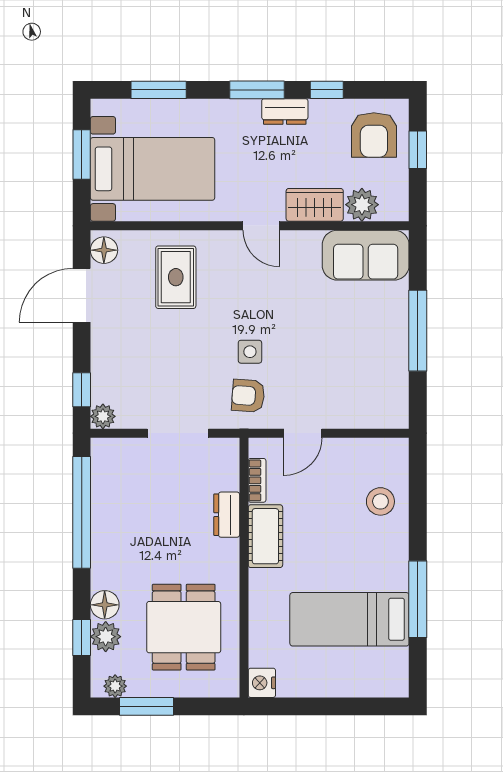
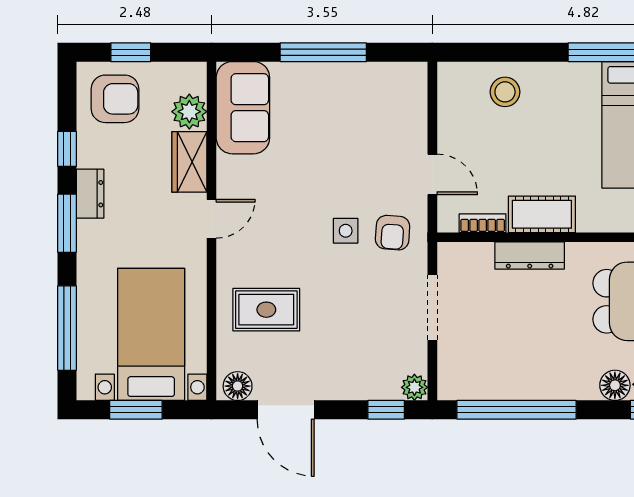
window: (159, 90) -> (67, 328), width x1.44
dresser: (227, 515) -> (530, 255), width x1.44

